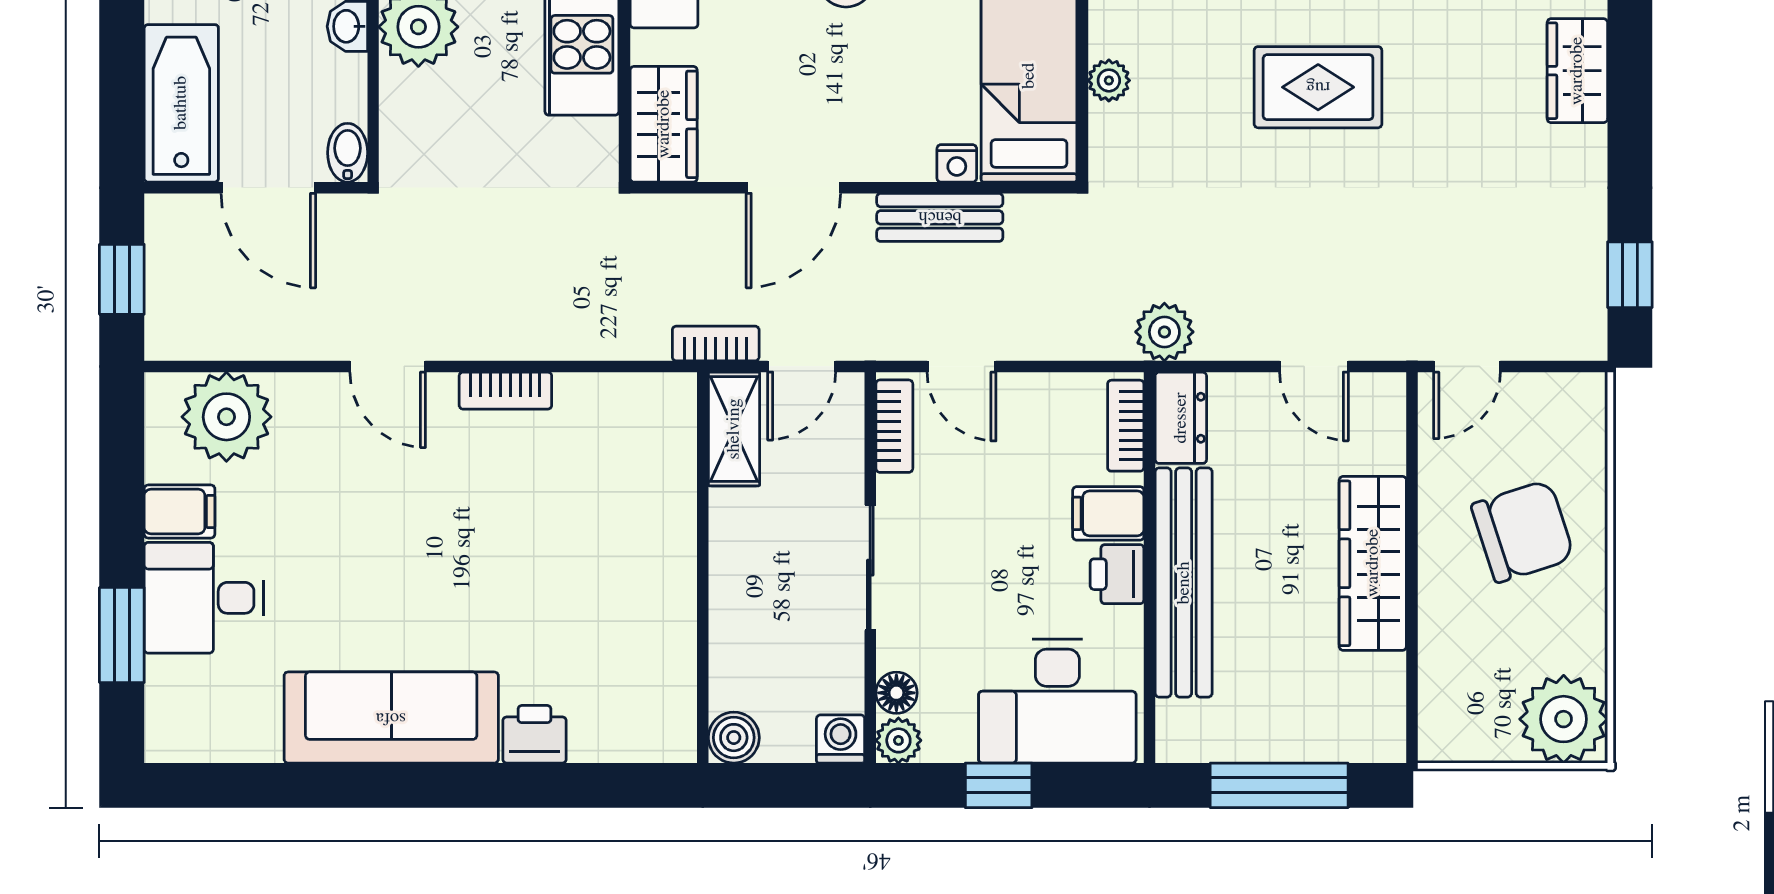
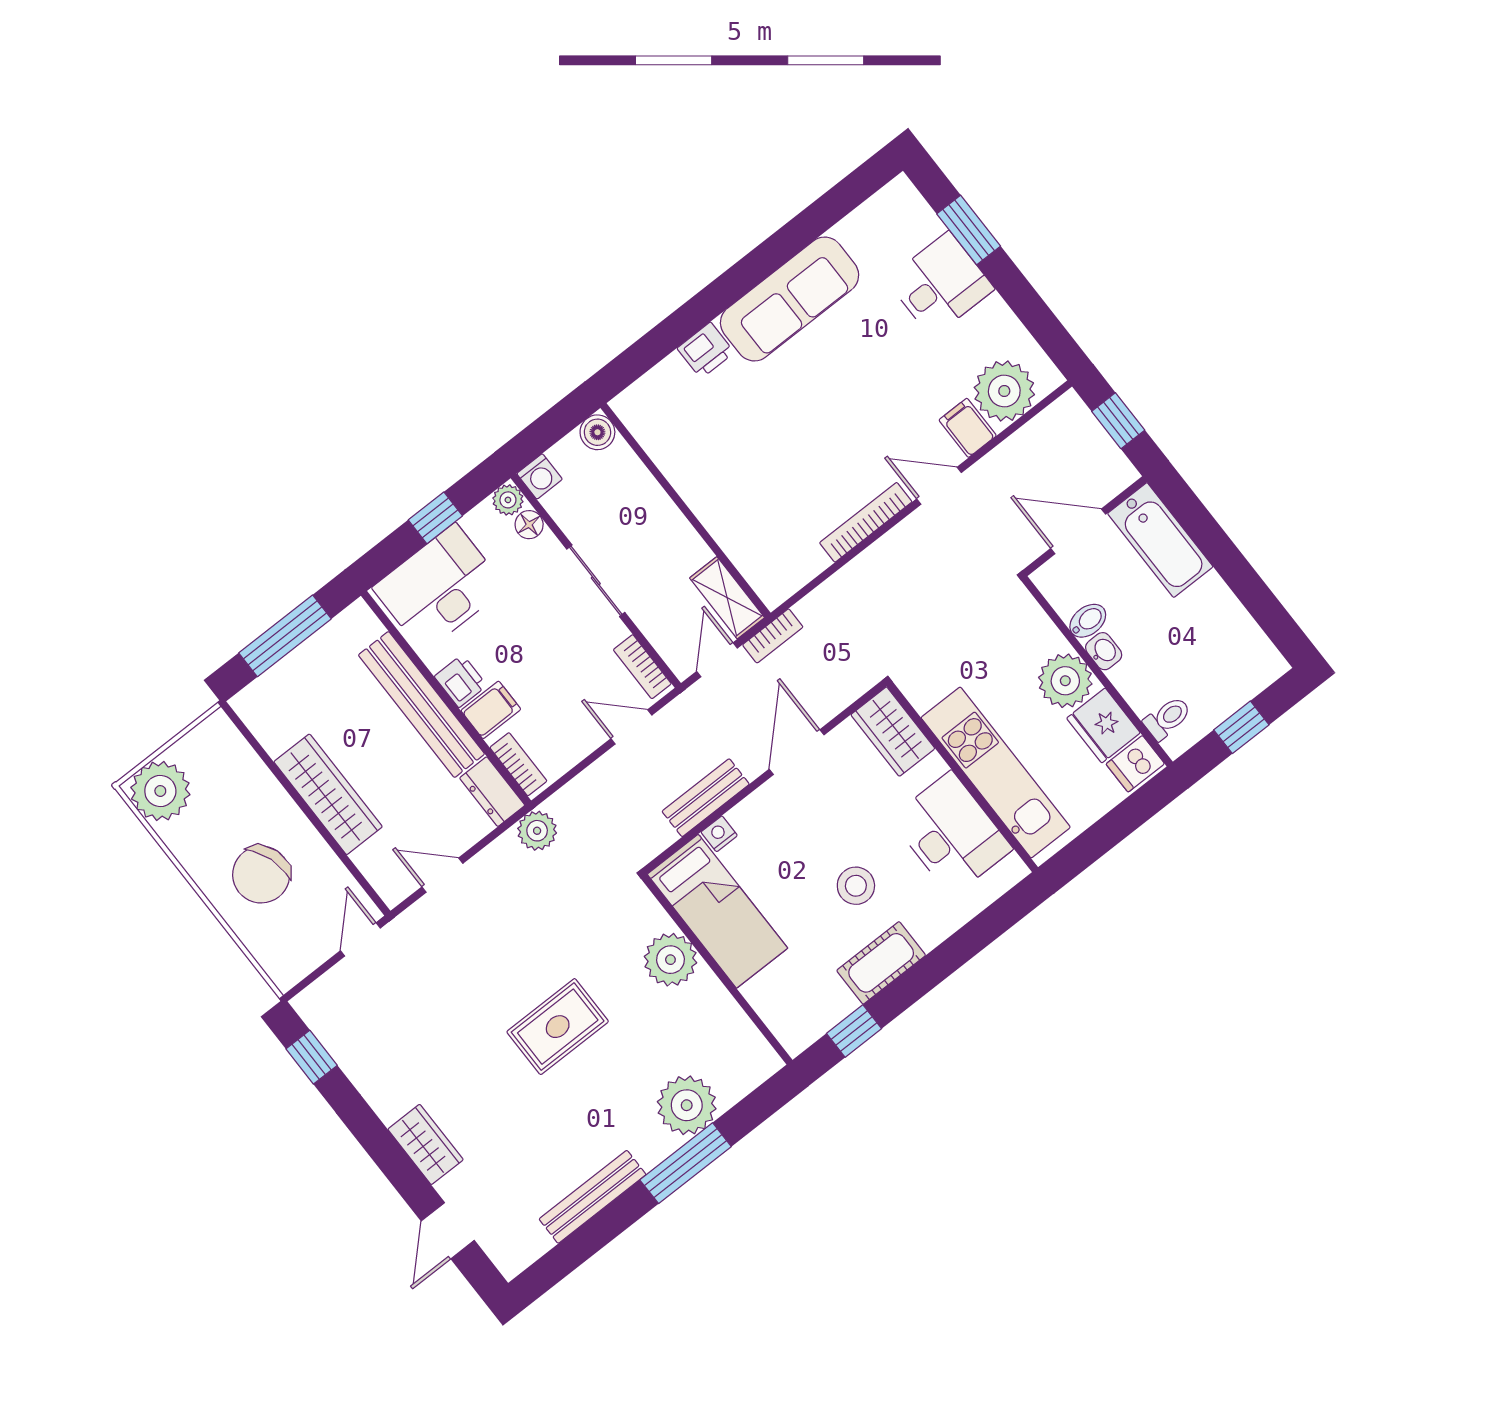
plant: (1109, 80) -> (670, 960), width x1.87, depth x1.87
bidet: (348, 153) -> (1088, 621), moved, turned -90
bookcase: (505, 391) -> (866, 522), width x1.56
filing cabinet: (180, 511) -> (968, 428), moved, turned 90

